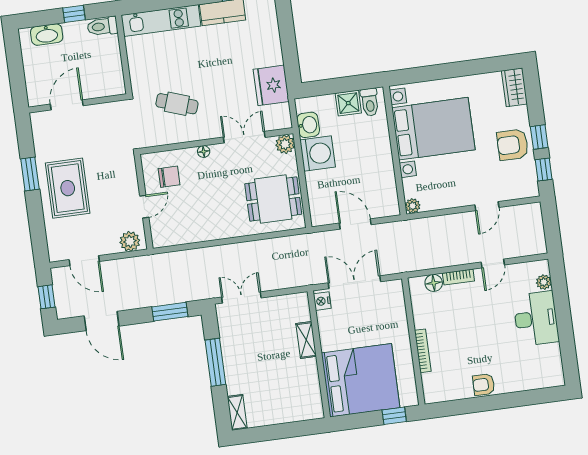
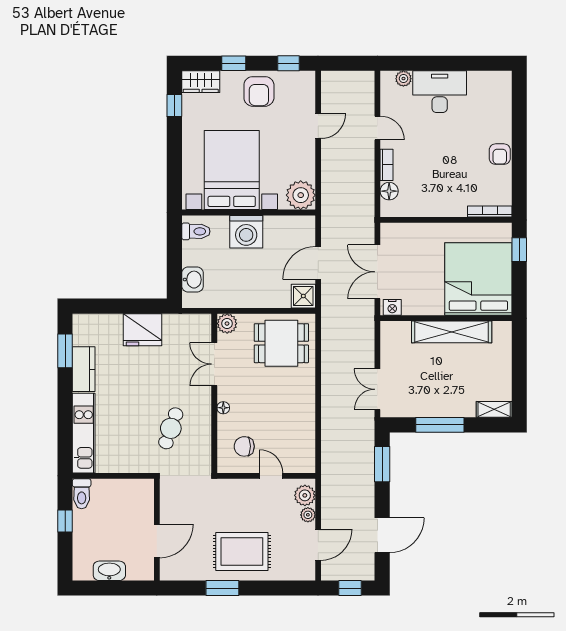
washbasin: (47, 35) -> (109, 571), moved, turned -90
window: (488, 65) -> (174, 105), added
fridge: (271, 85) -> (142, 330), moved
shower: (348, 103) -> (303, 296), moved
door: (67, 105) -> (157, 541), swing flipped
washbasin: (308, 125) -> (193, 280), moved, turned 90
window: (539, 137) -> (234, 63), moved
washing machine: (318, 153) -> (246, 232), moved, turned 180
chair: (169, 177) -> (244, 446), turned -90
dining table: (273, 199) -> (281, 343), turned 90
plant: (413, 206) -> (301, 195), width x1.88, depth x1.88
door: (487, 206) -> (318, 126), hinge flipped
plant: (112, 247) -> (308, 515), added
shelving: (306, 340) -> (452, 332), width x2.20, depth x1.33
bookcase: (423, 351) -> (490, 211), moved

